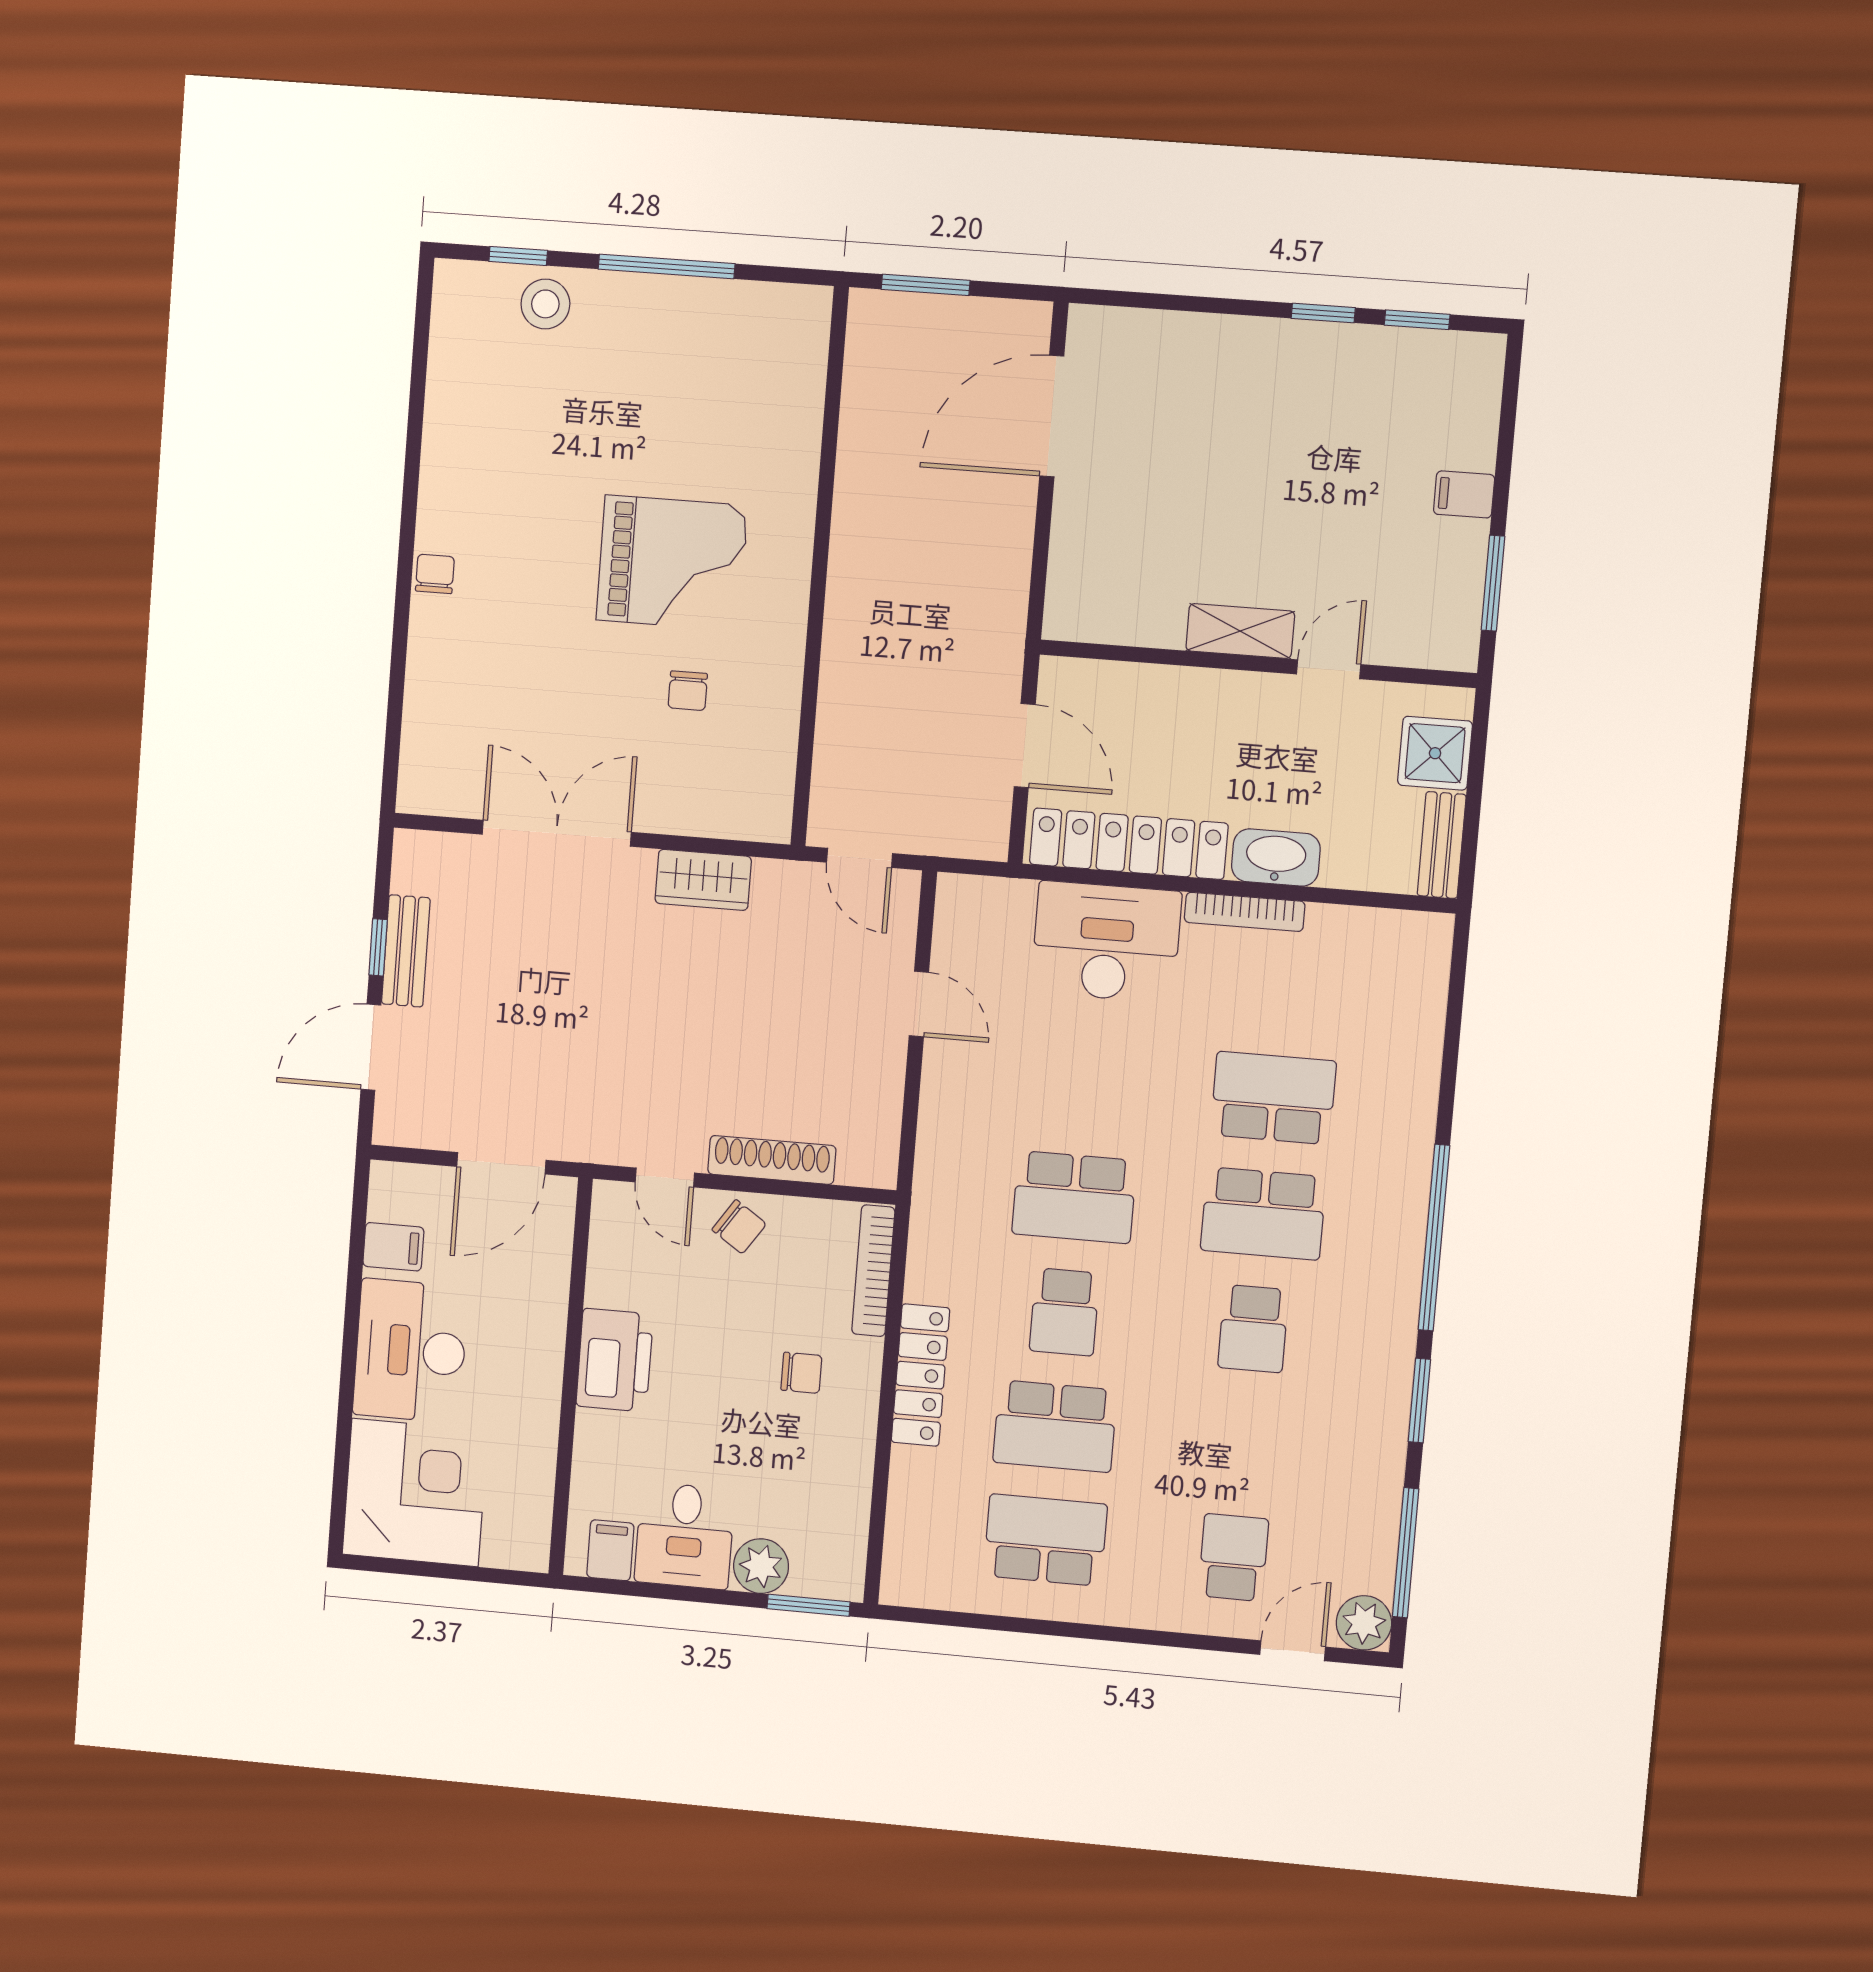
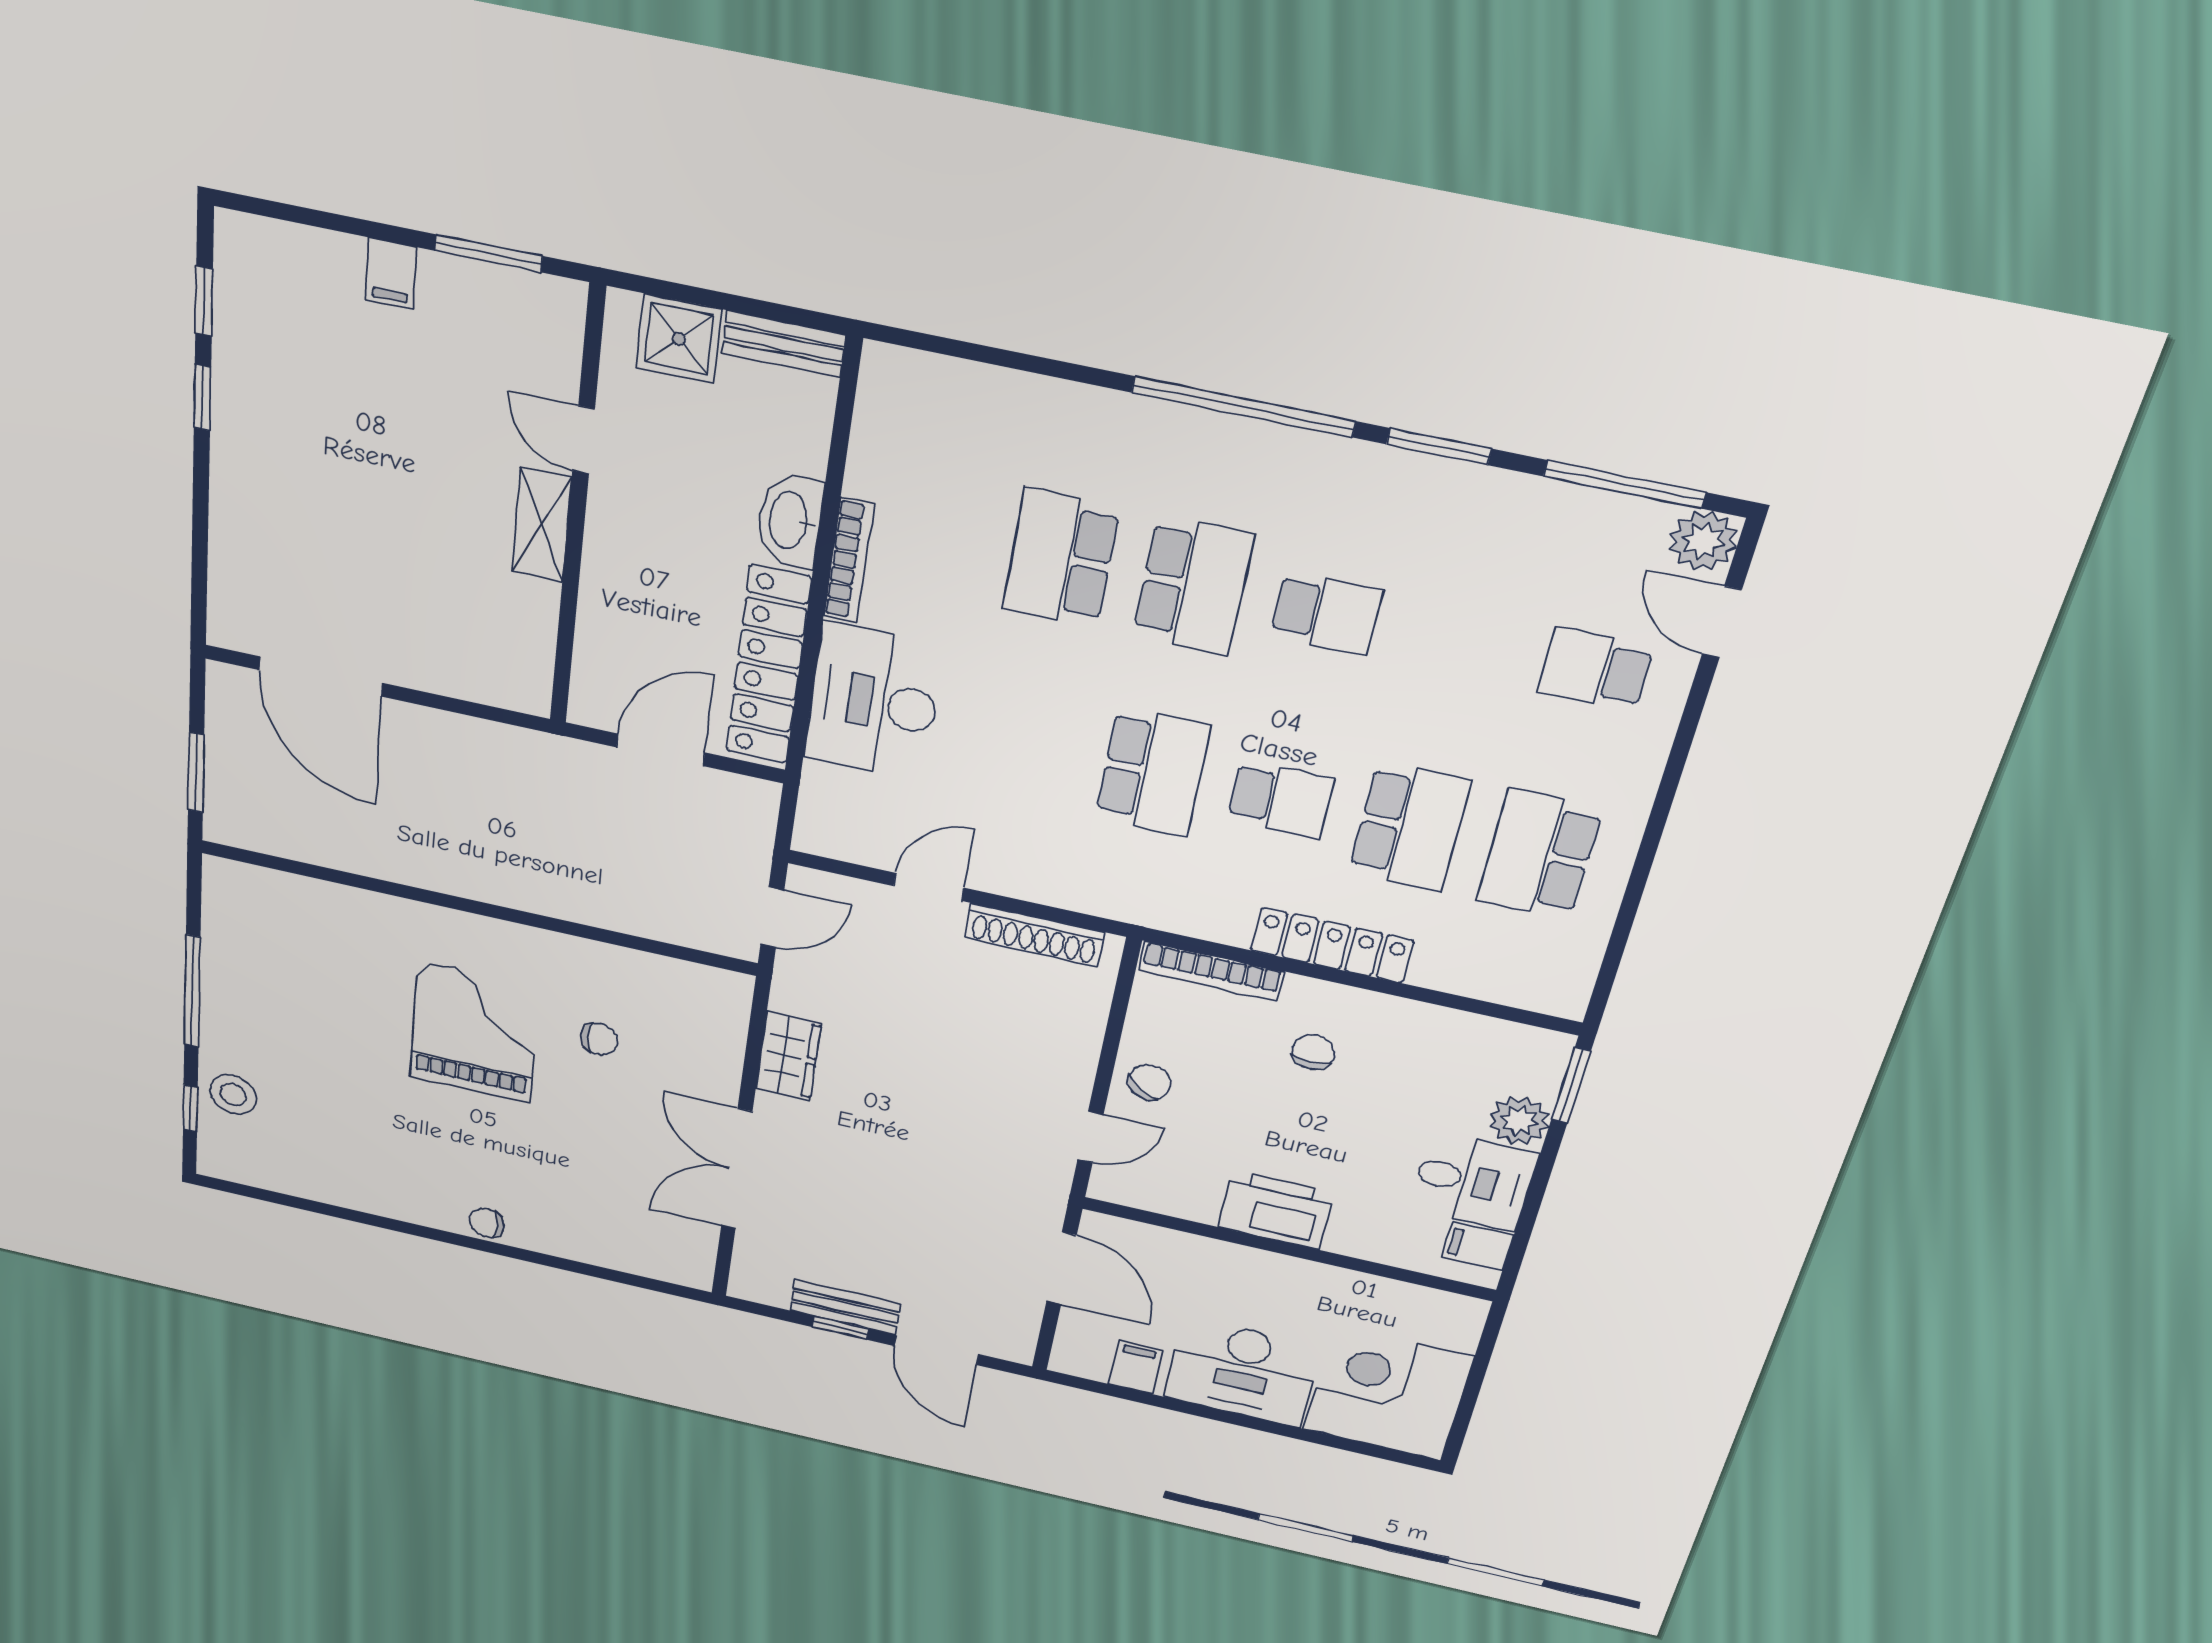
shoe rack: (772, 1160) -> (1034, 935), moved, turned -90

